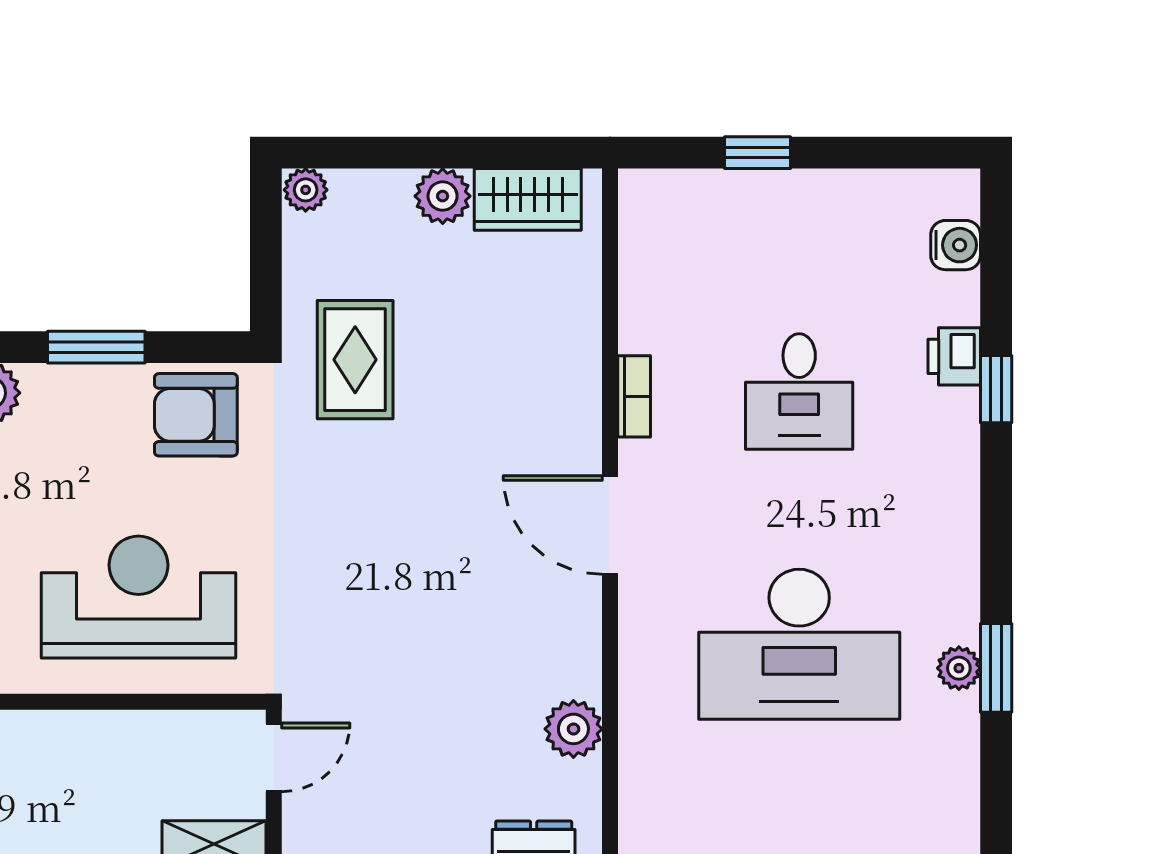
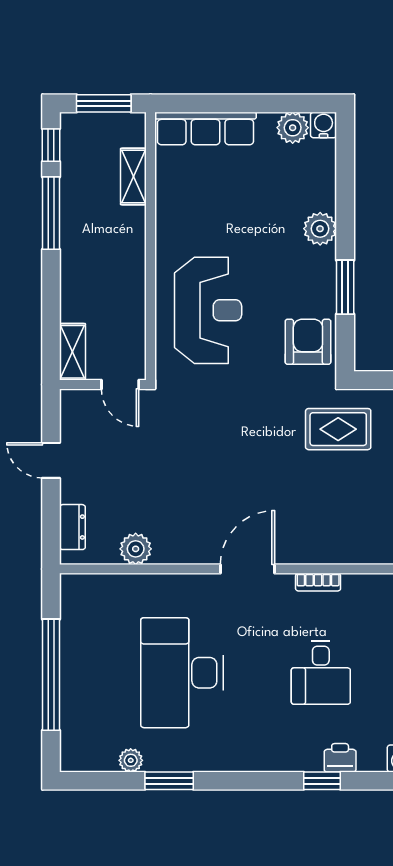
desk: (799, 391) -> (321, 673), turned -90
plant: (959, 668) -> (131, 760), moved

